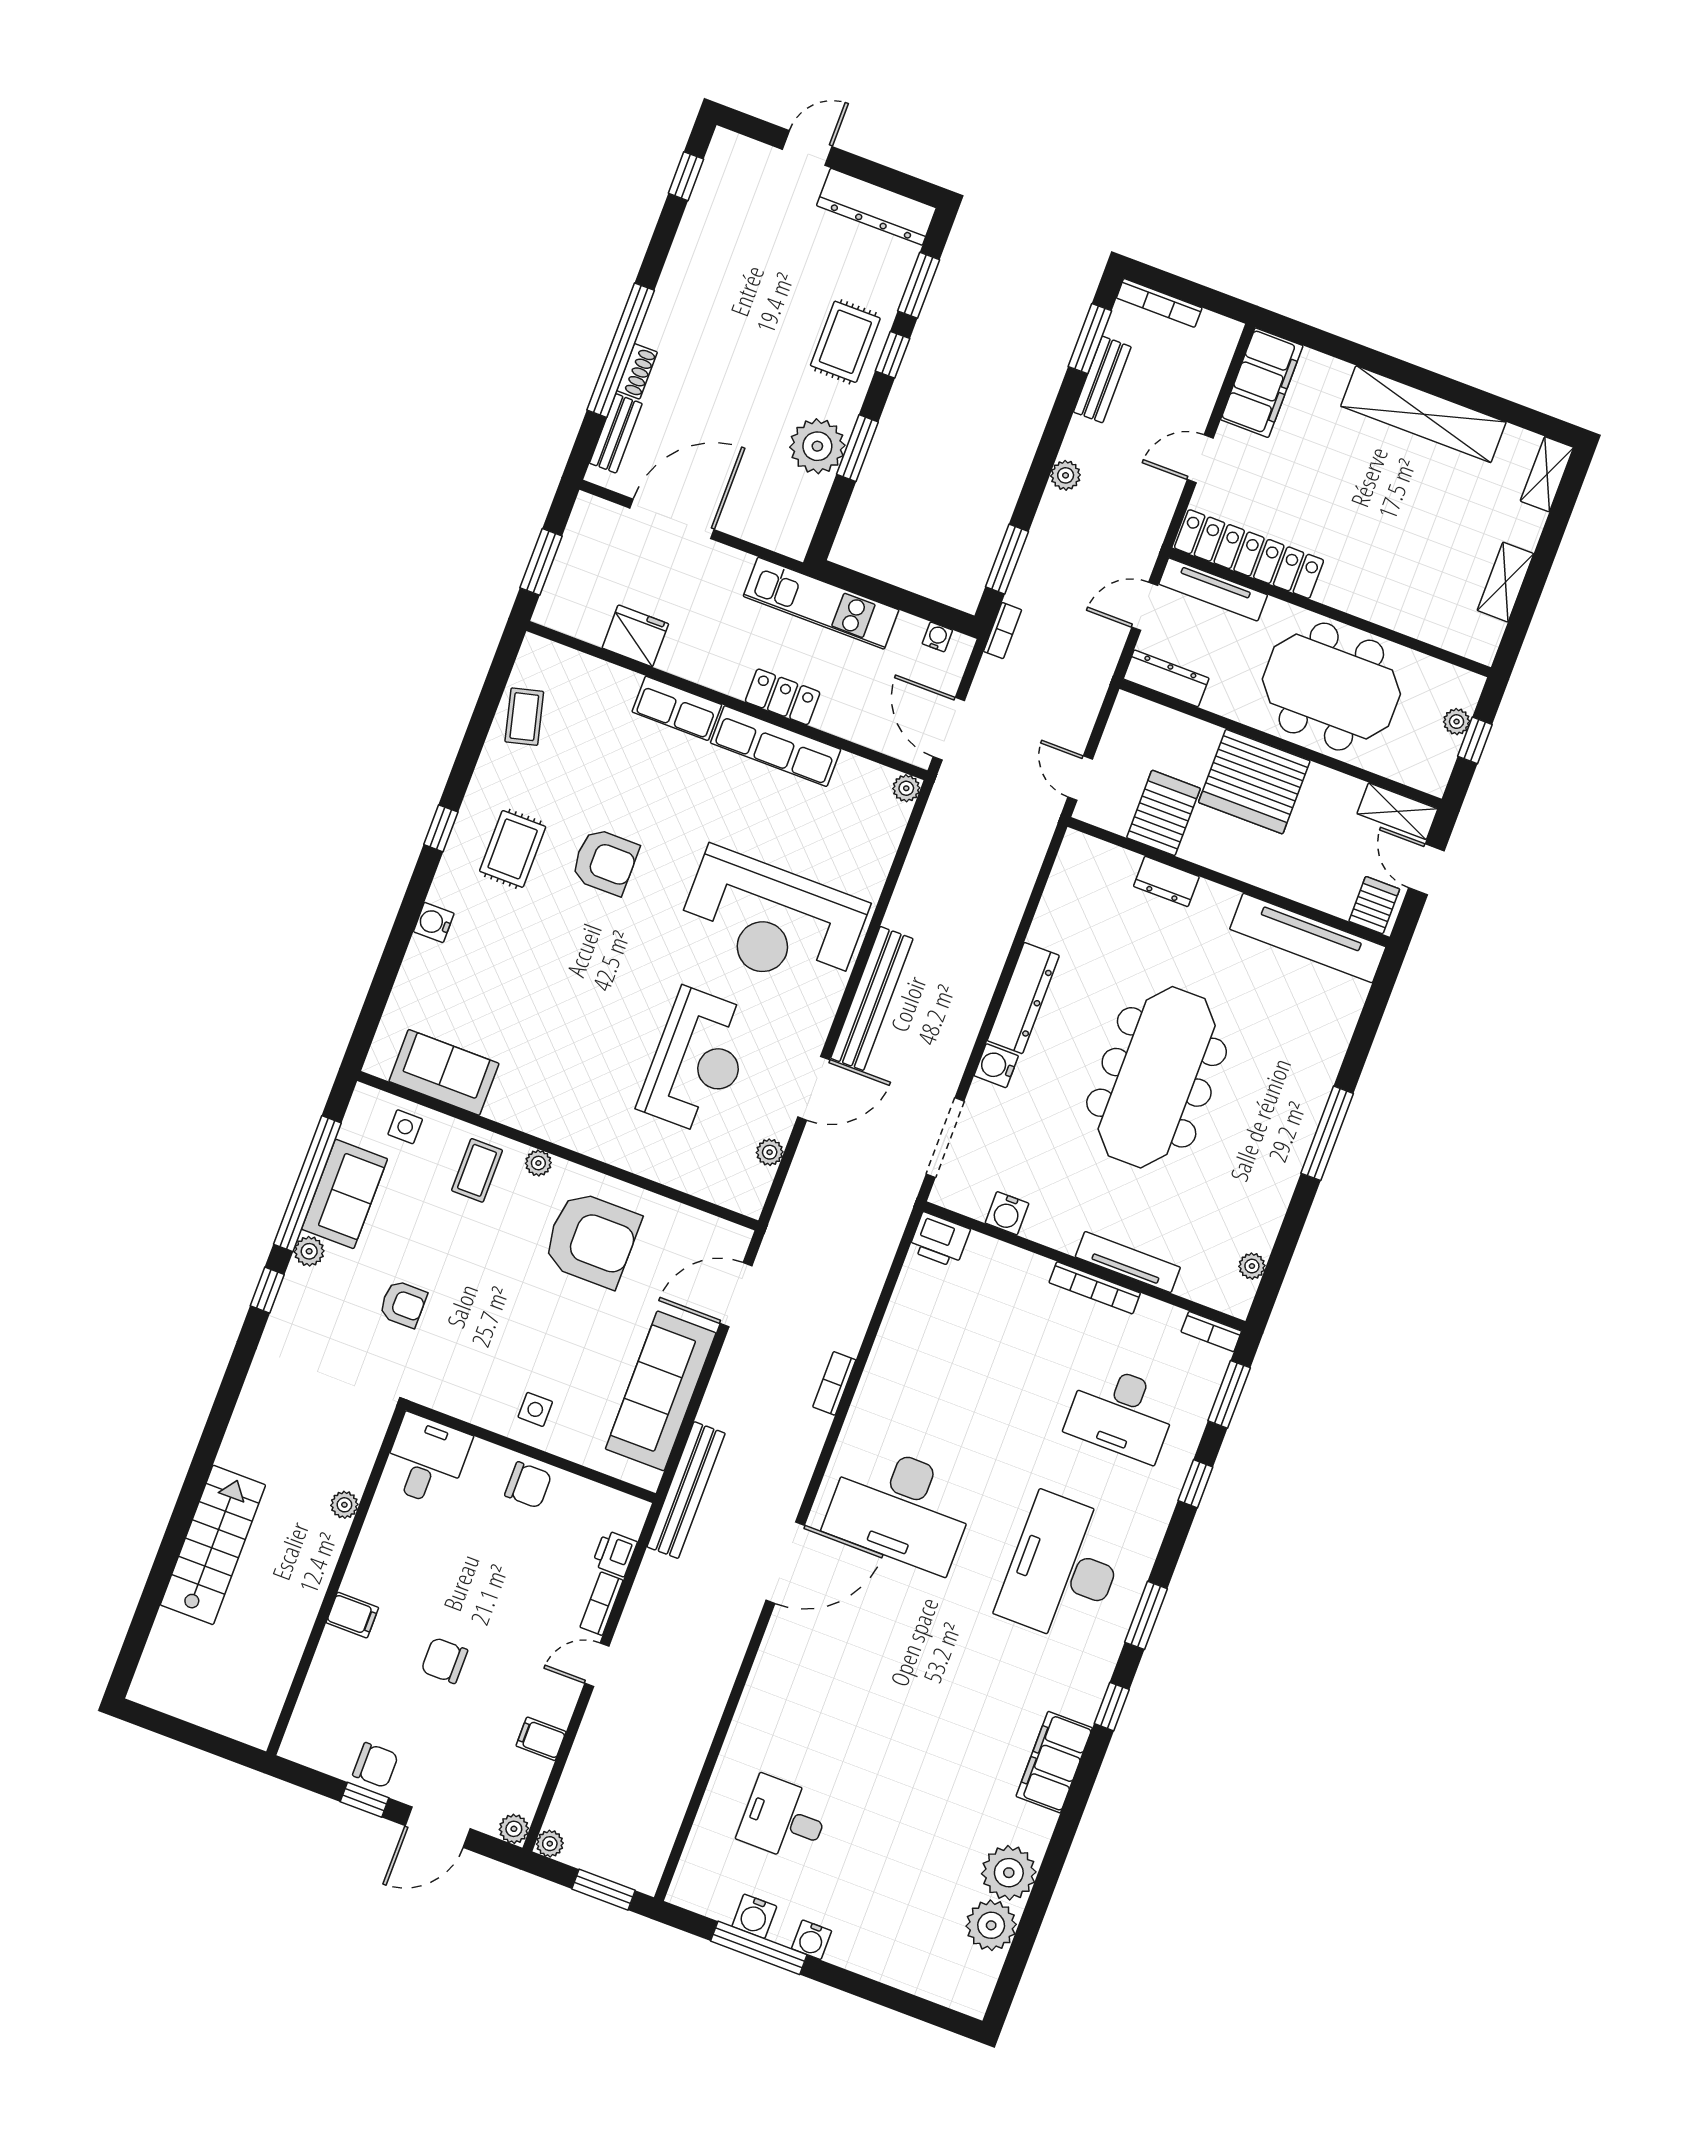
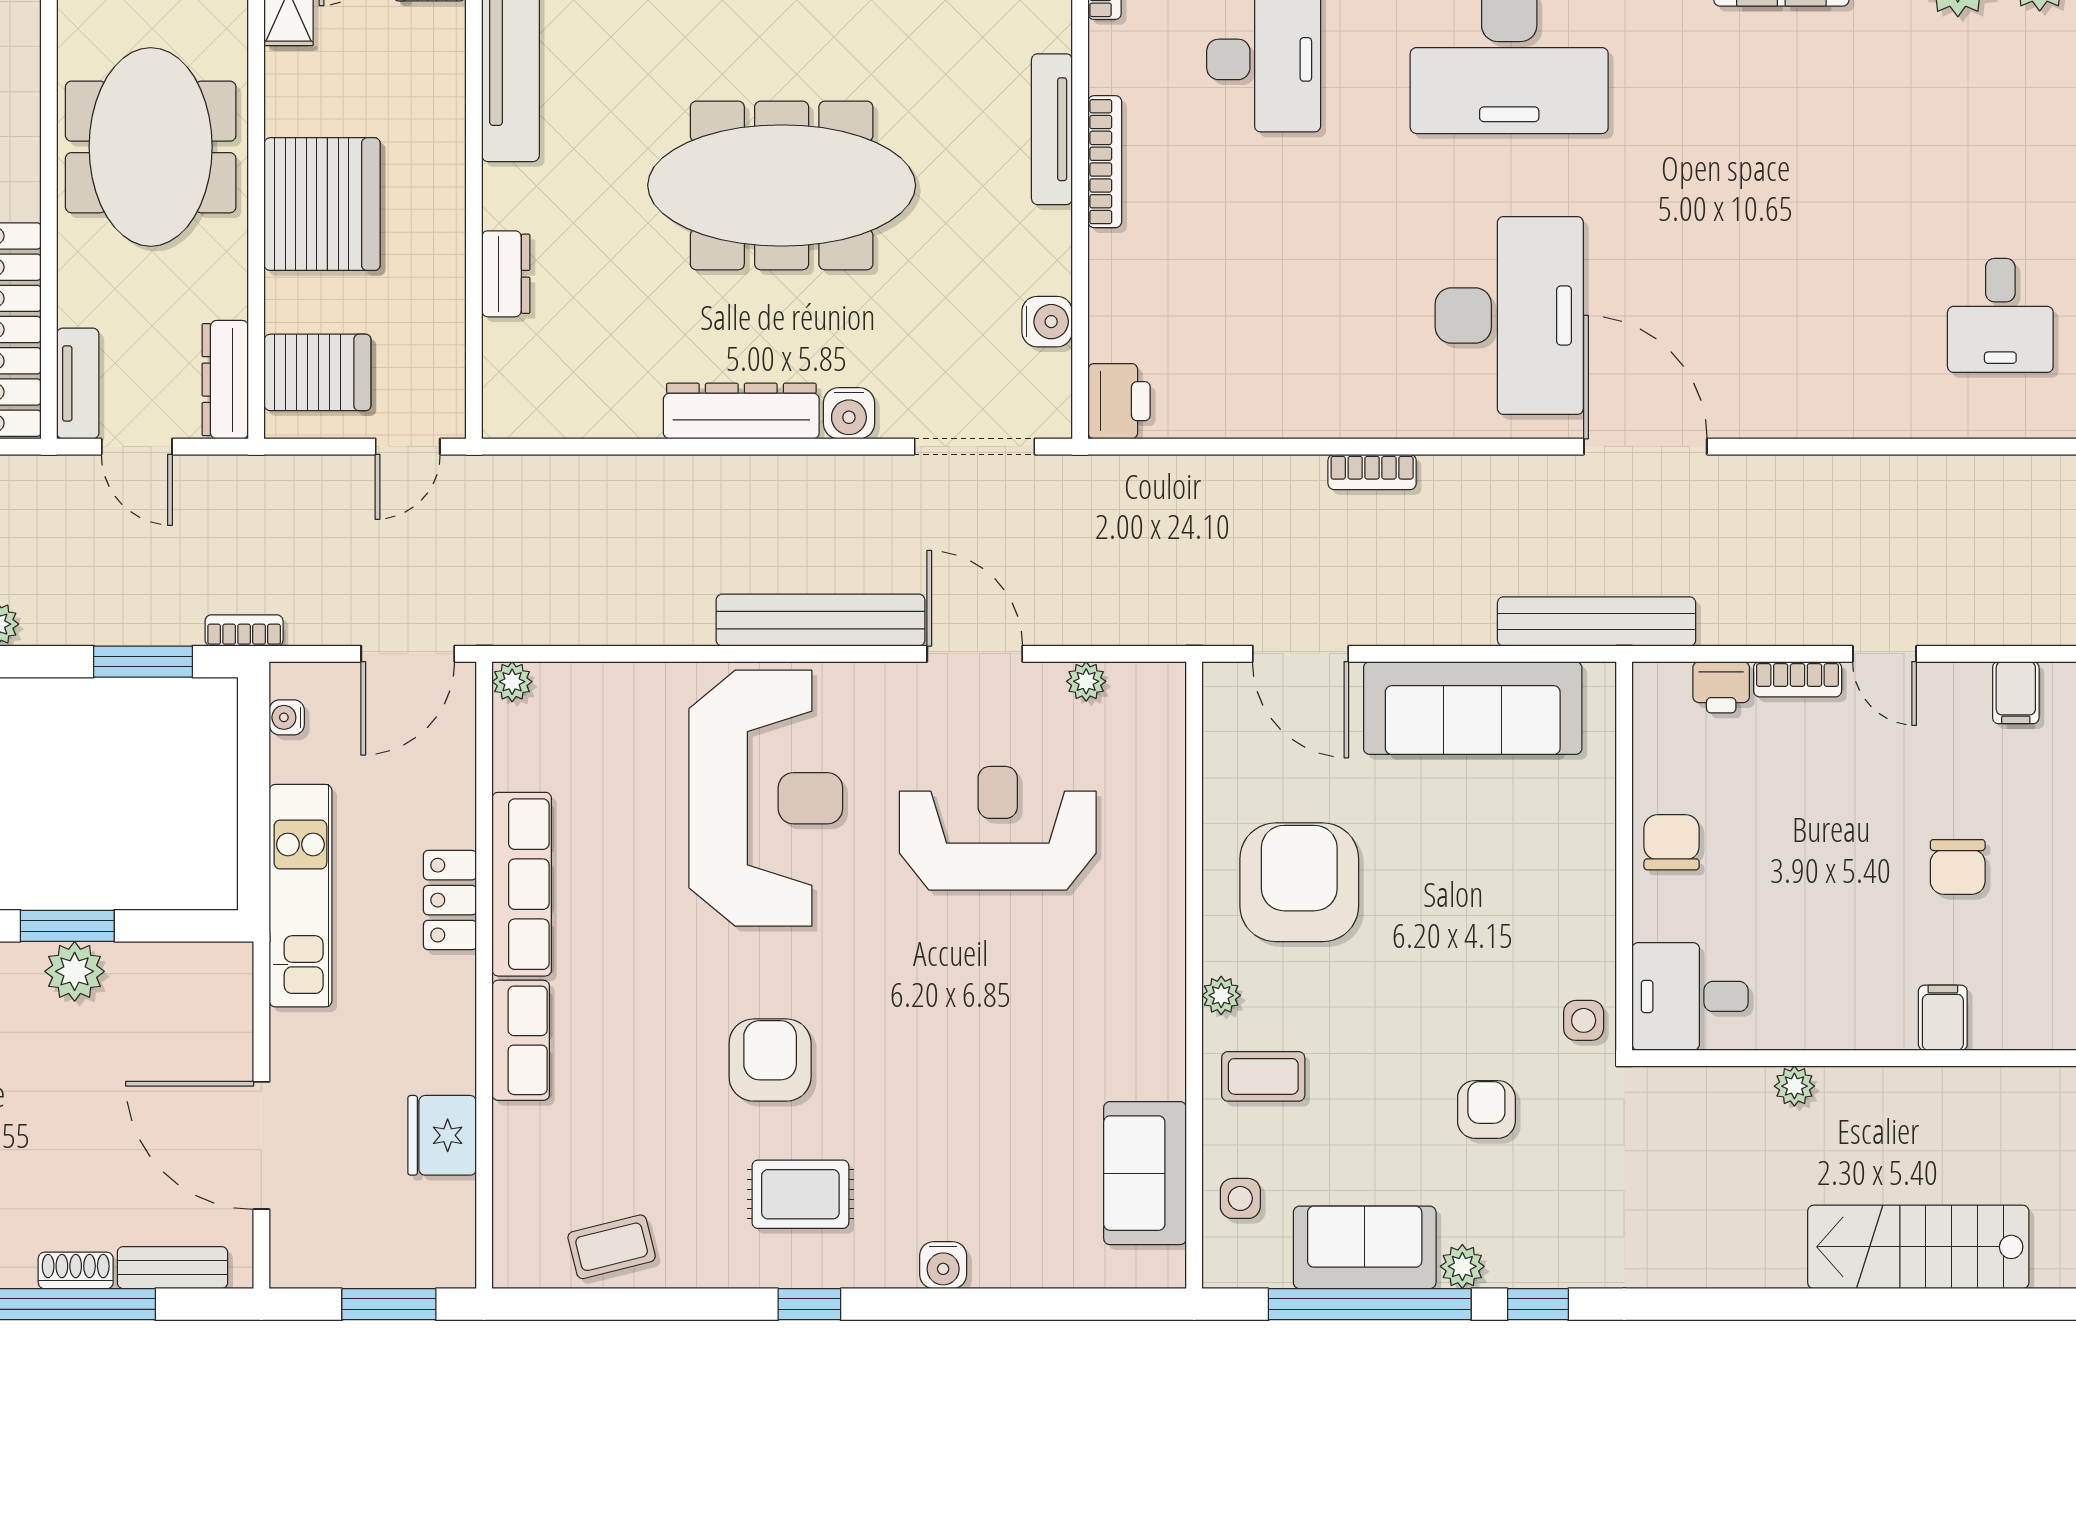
plant: (817, 446) -> (75, 971), width x0.73, depth x0.73
tv unit: (1213, 589) -> (78, 383), width x0.71
server rack: (1163, 813) -> (317, 372), moved, turned 180
side table: (535, 1409) -> (1584, 1020), moved

